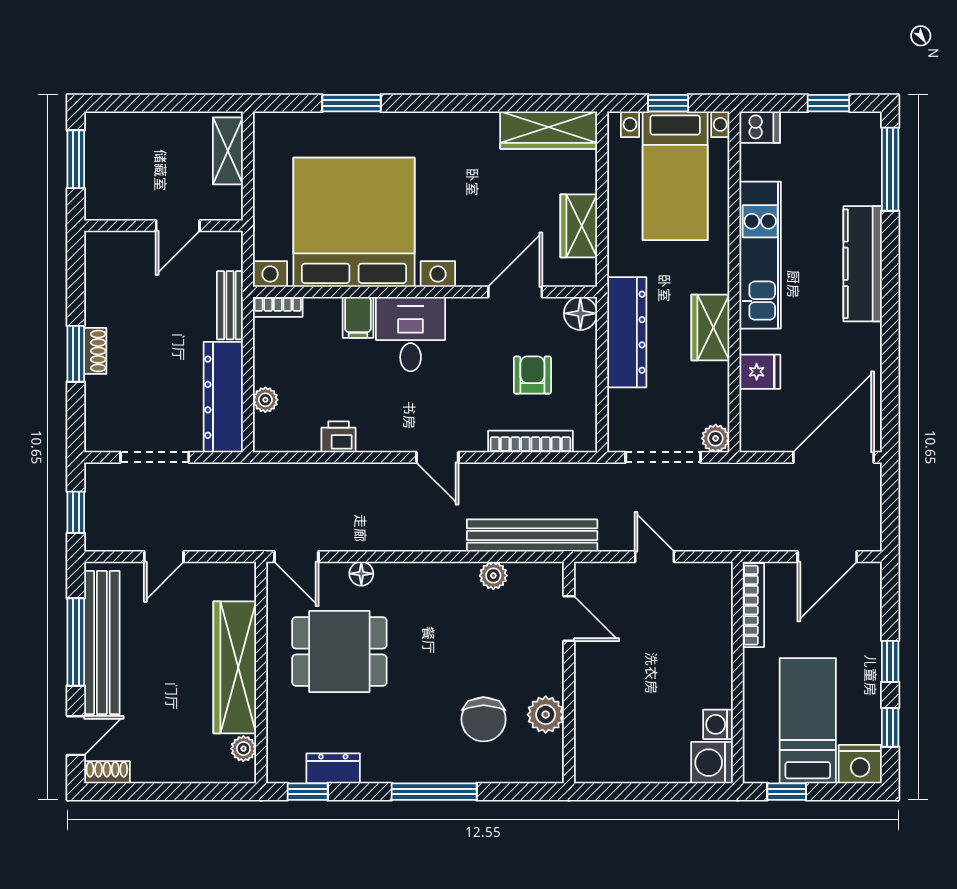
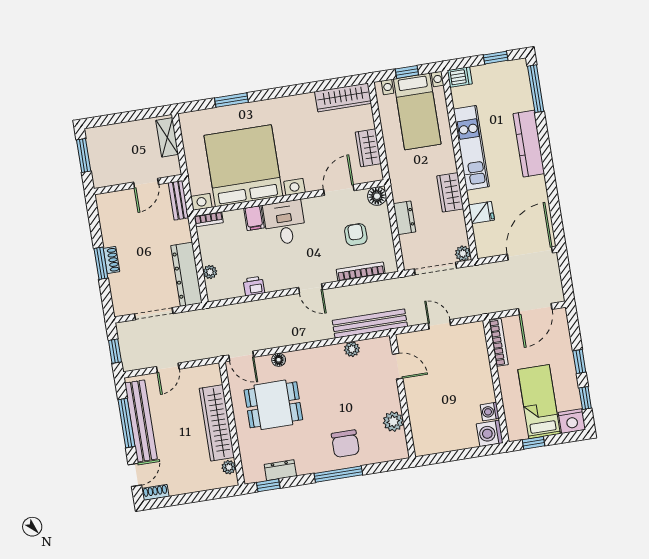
bench: (230, 305) -> (178, 200), moved
dresser: (627, 332) -> (404, 218), width x0.51, depth x0.80
chair: (484, 719) -> (345, 444), moved

